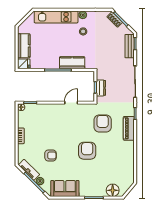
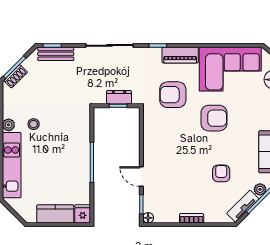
kitchen counter: (72, 63) -> (81, 141), removed
door: (71, 103) -> (141, 177), moved
armchair: (87, 151) -> (214, 118), turned 180
corner sofa: (120, 161) -> (230, 69), added

